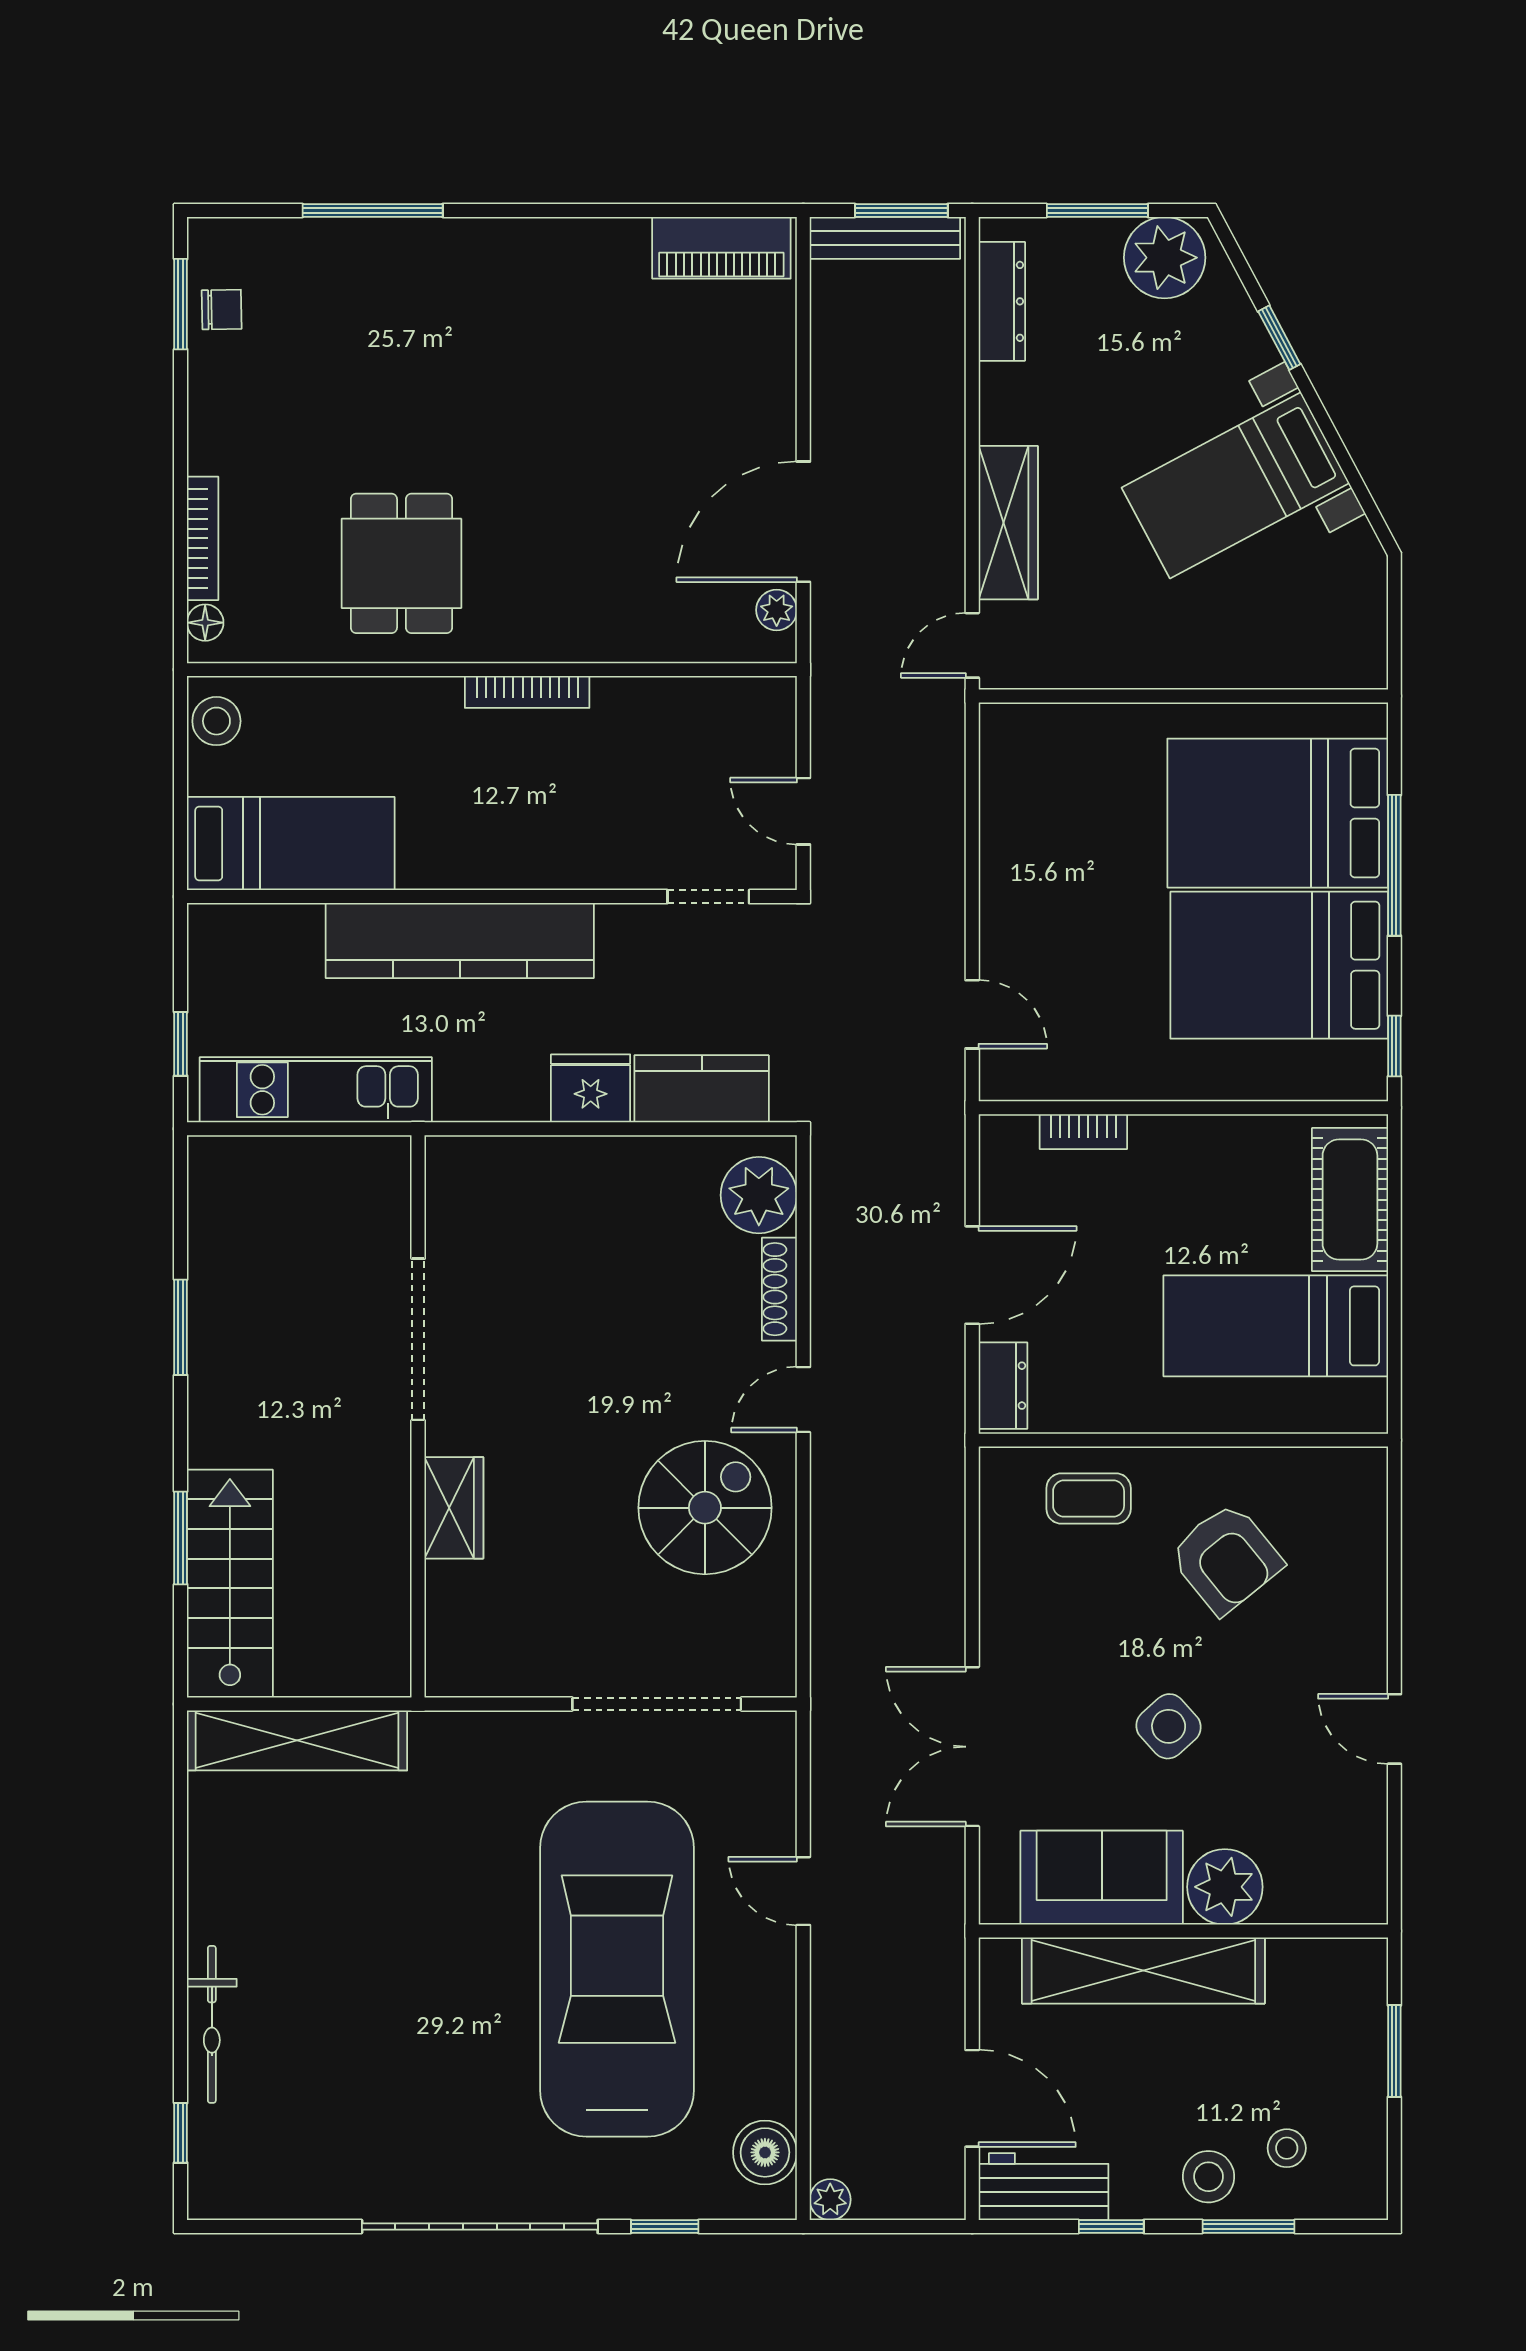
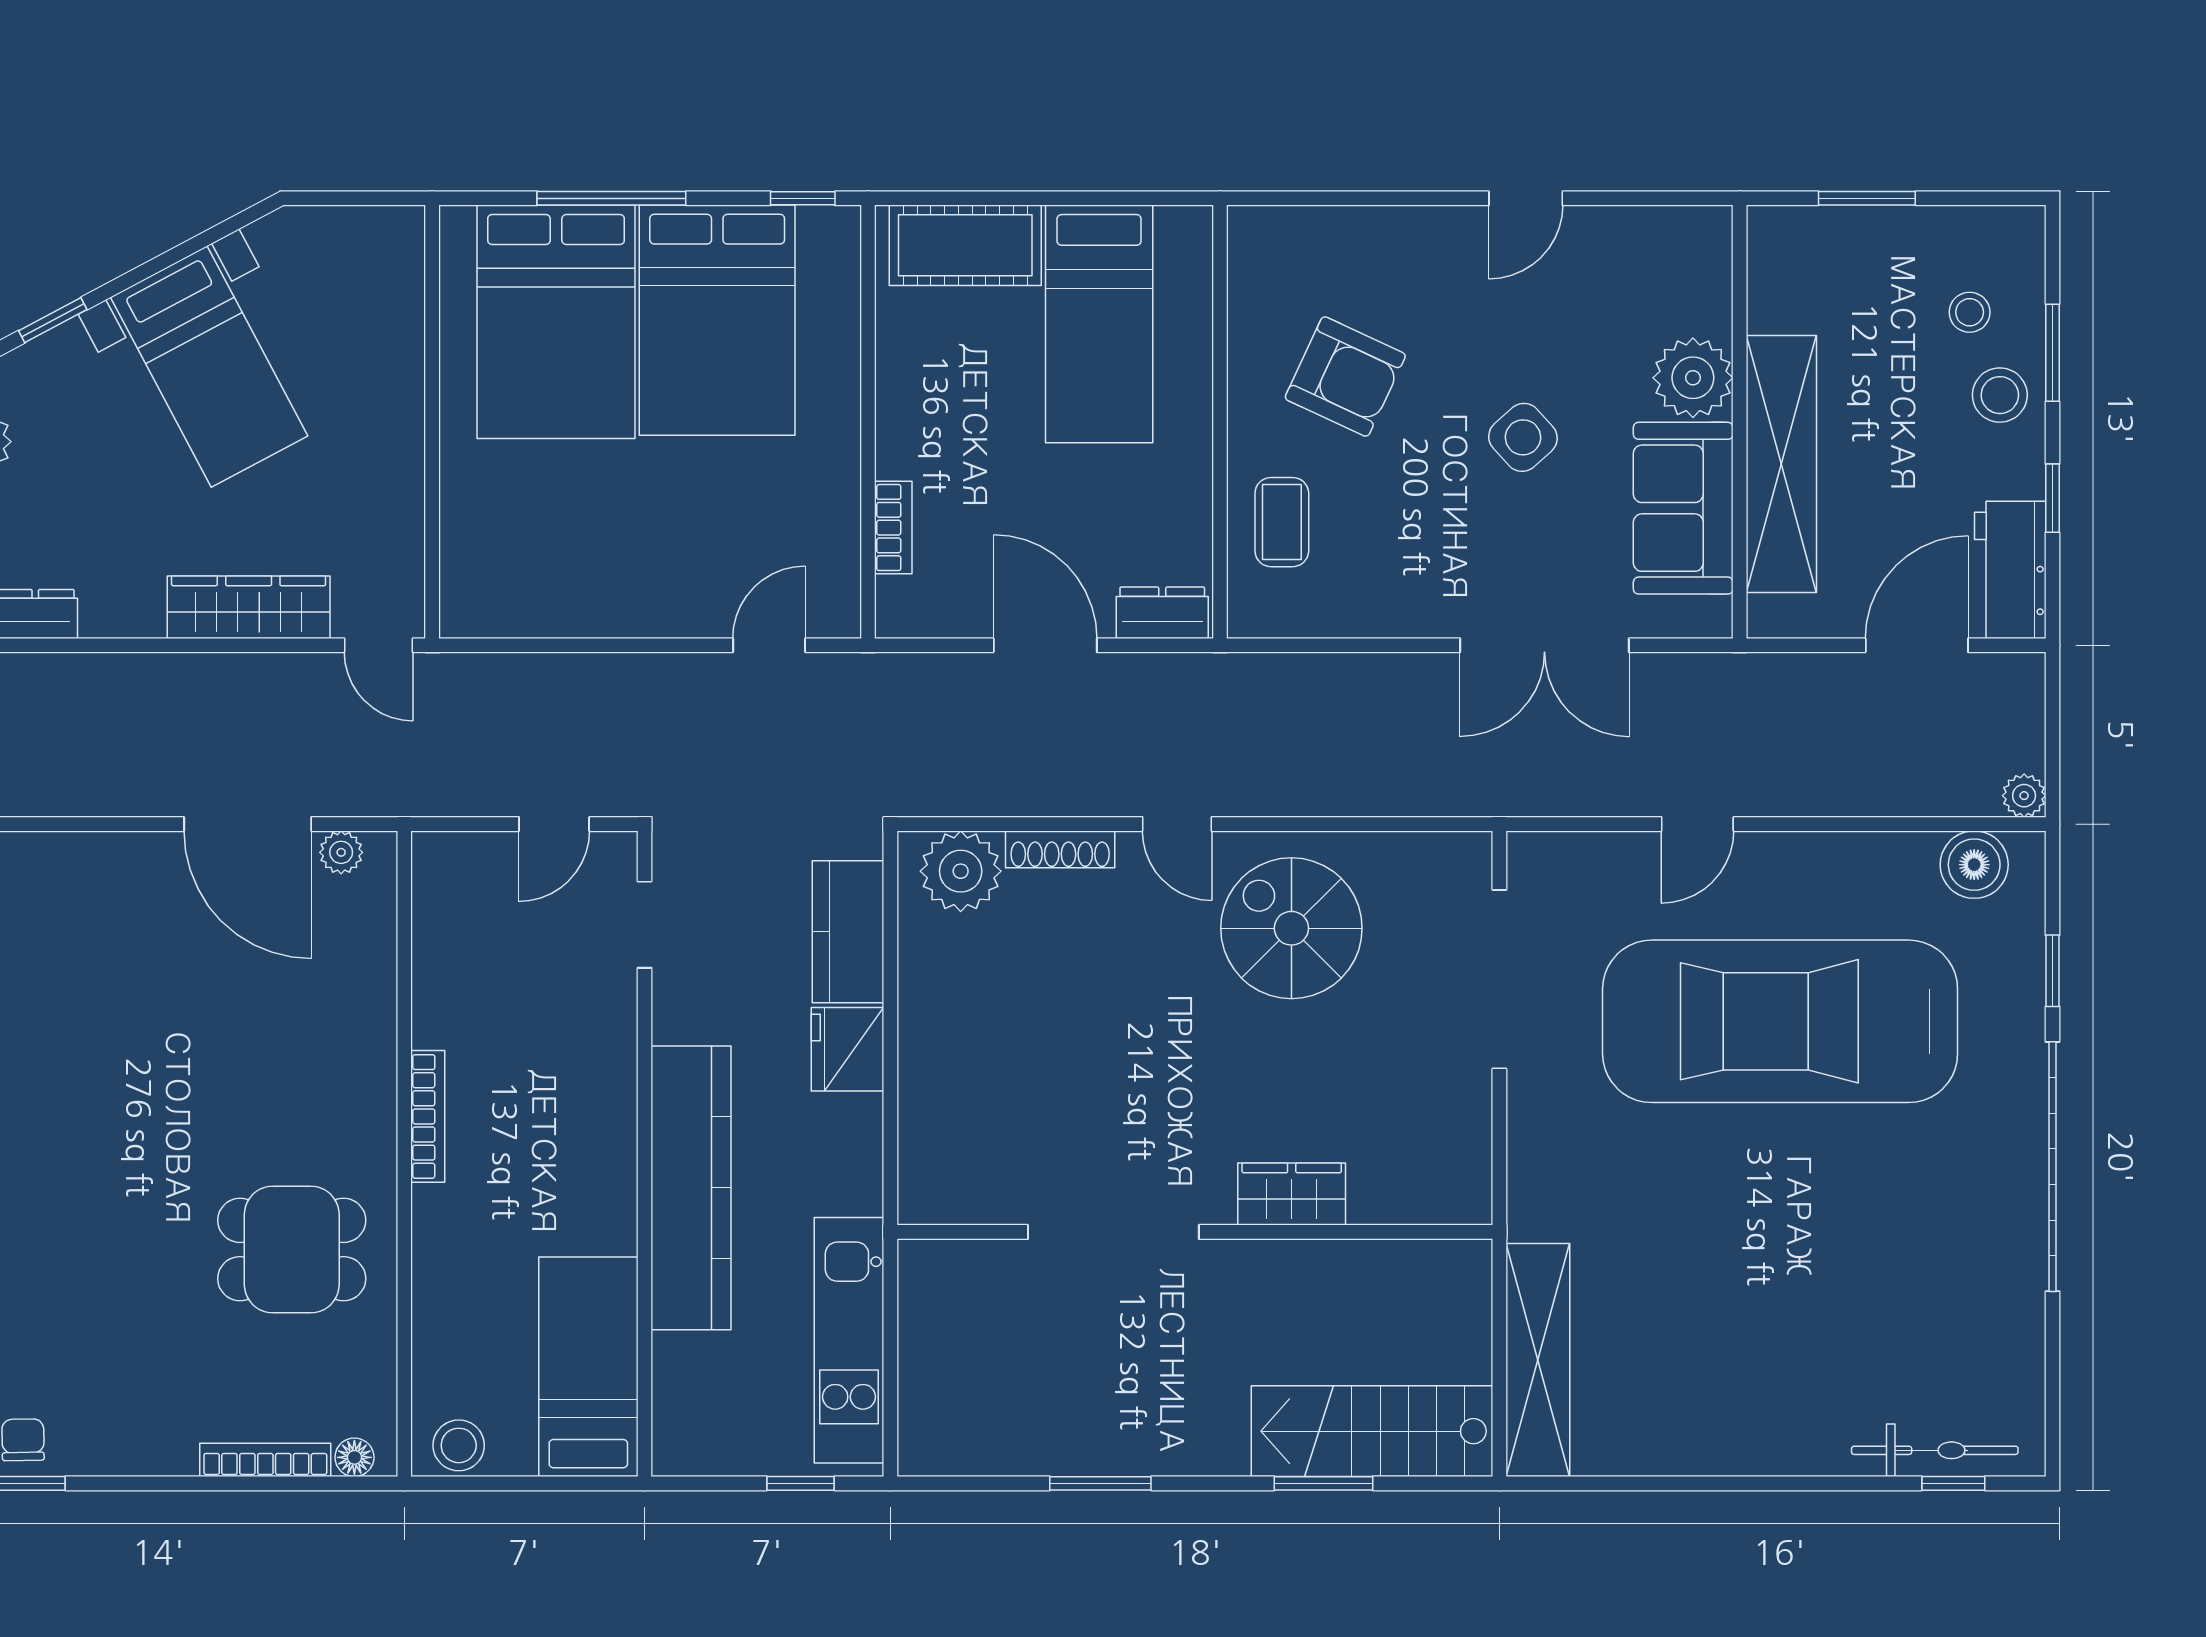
armchair: (1226, 1558) -> (1345, 377), turned 64
bicycle: (212, 2024) -> (1935, 1450), moved

